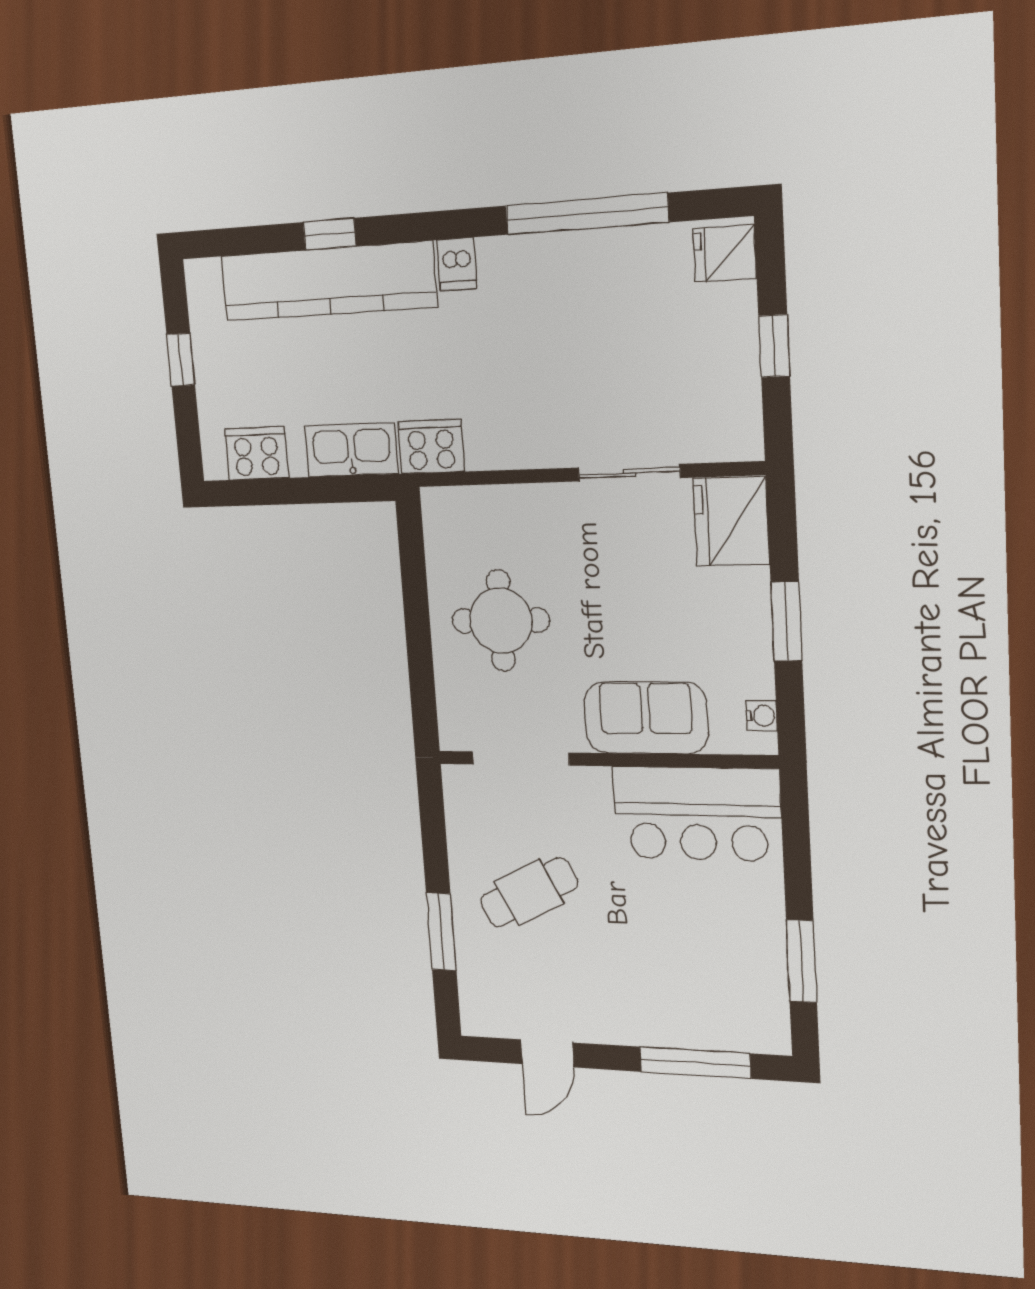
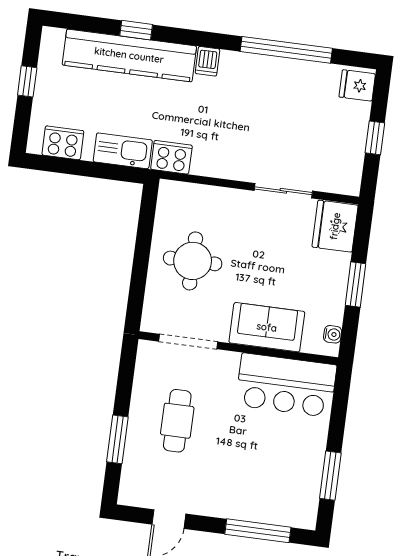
cafe table: (529, 892) -> (177, 421), turned -63

